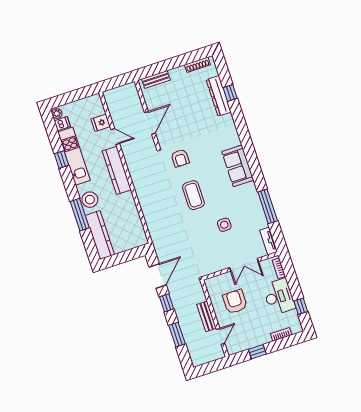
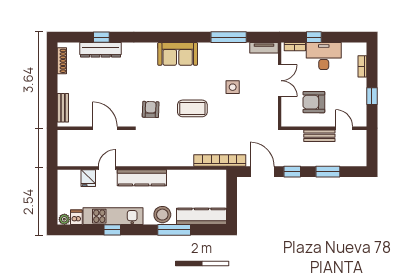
armchair: (180, 158) -> (151, 109), turned -88
bookcase: (155, 235) -> (220, 160), added
window: (301, 306) -> (314, 37), moved

